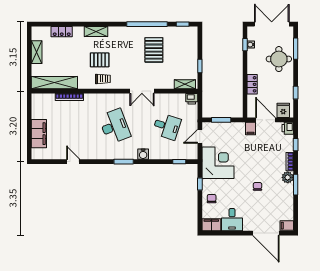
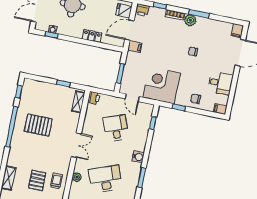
plant: (111, 98) -> (77, 177), added
desk: (167, 126) -> (116, 128), turned -39
filing cabinet: (211, 225) -> (220, 109), width x0.50

